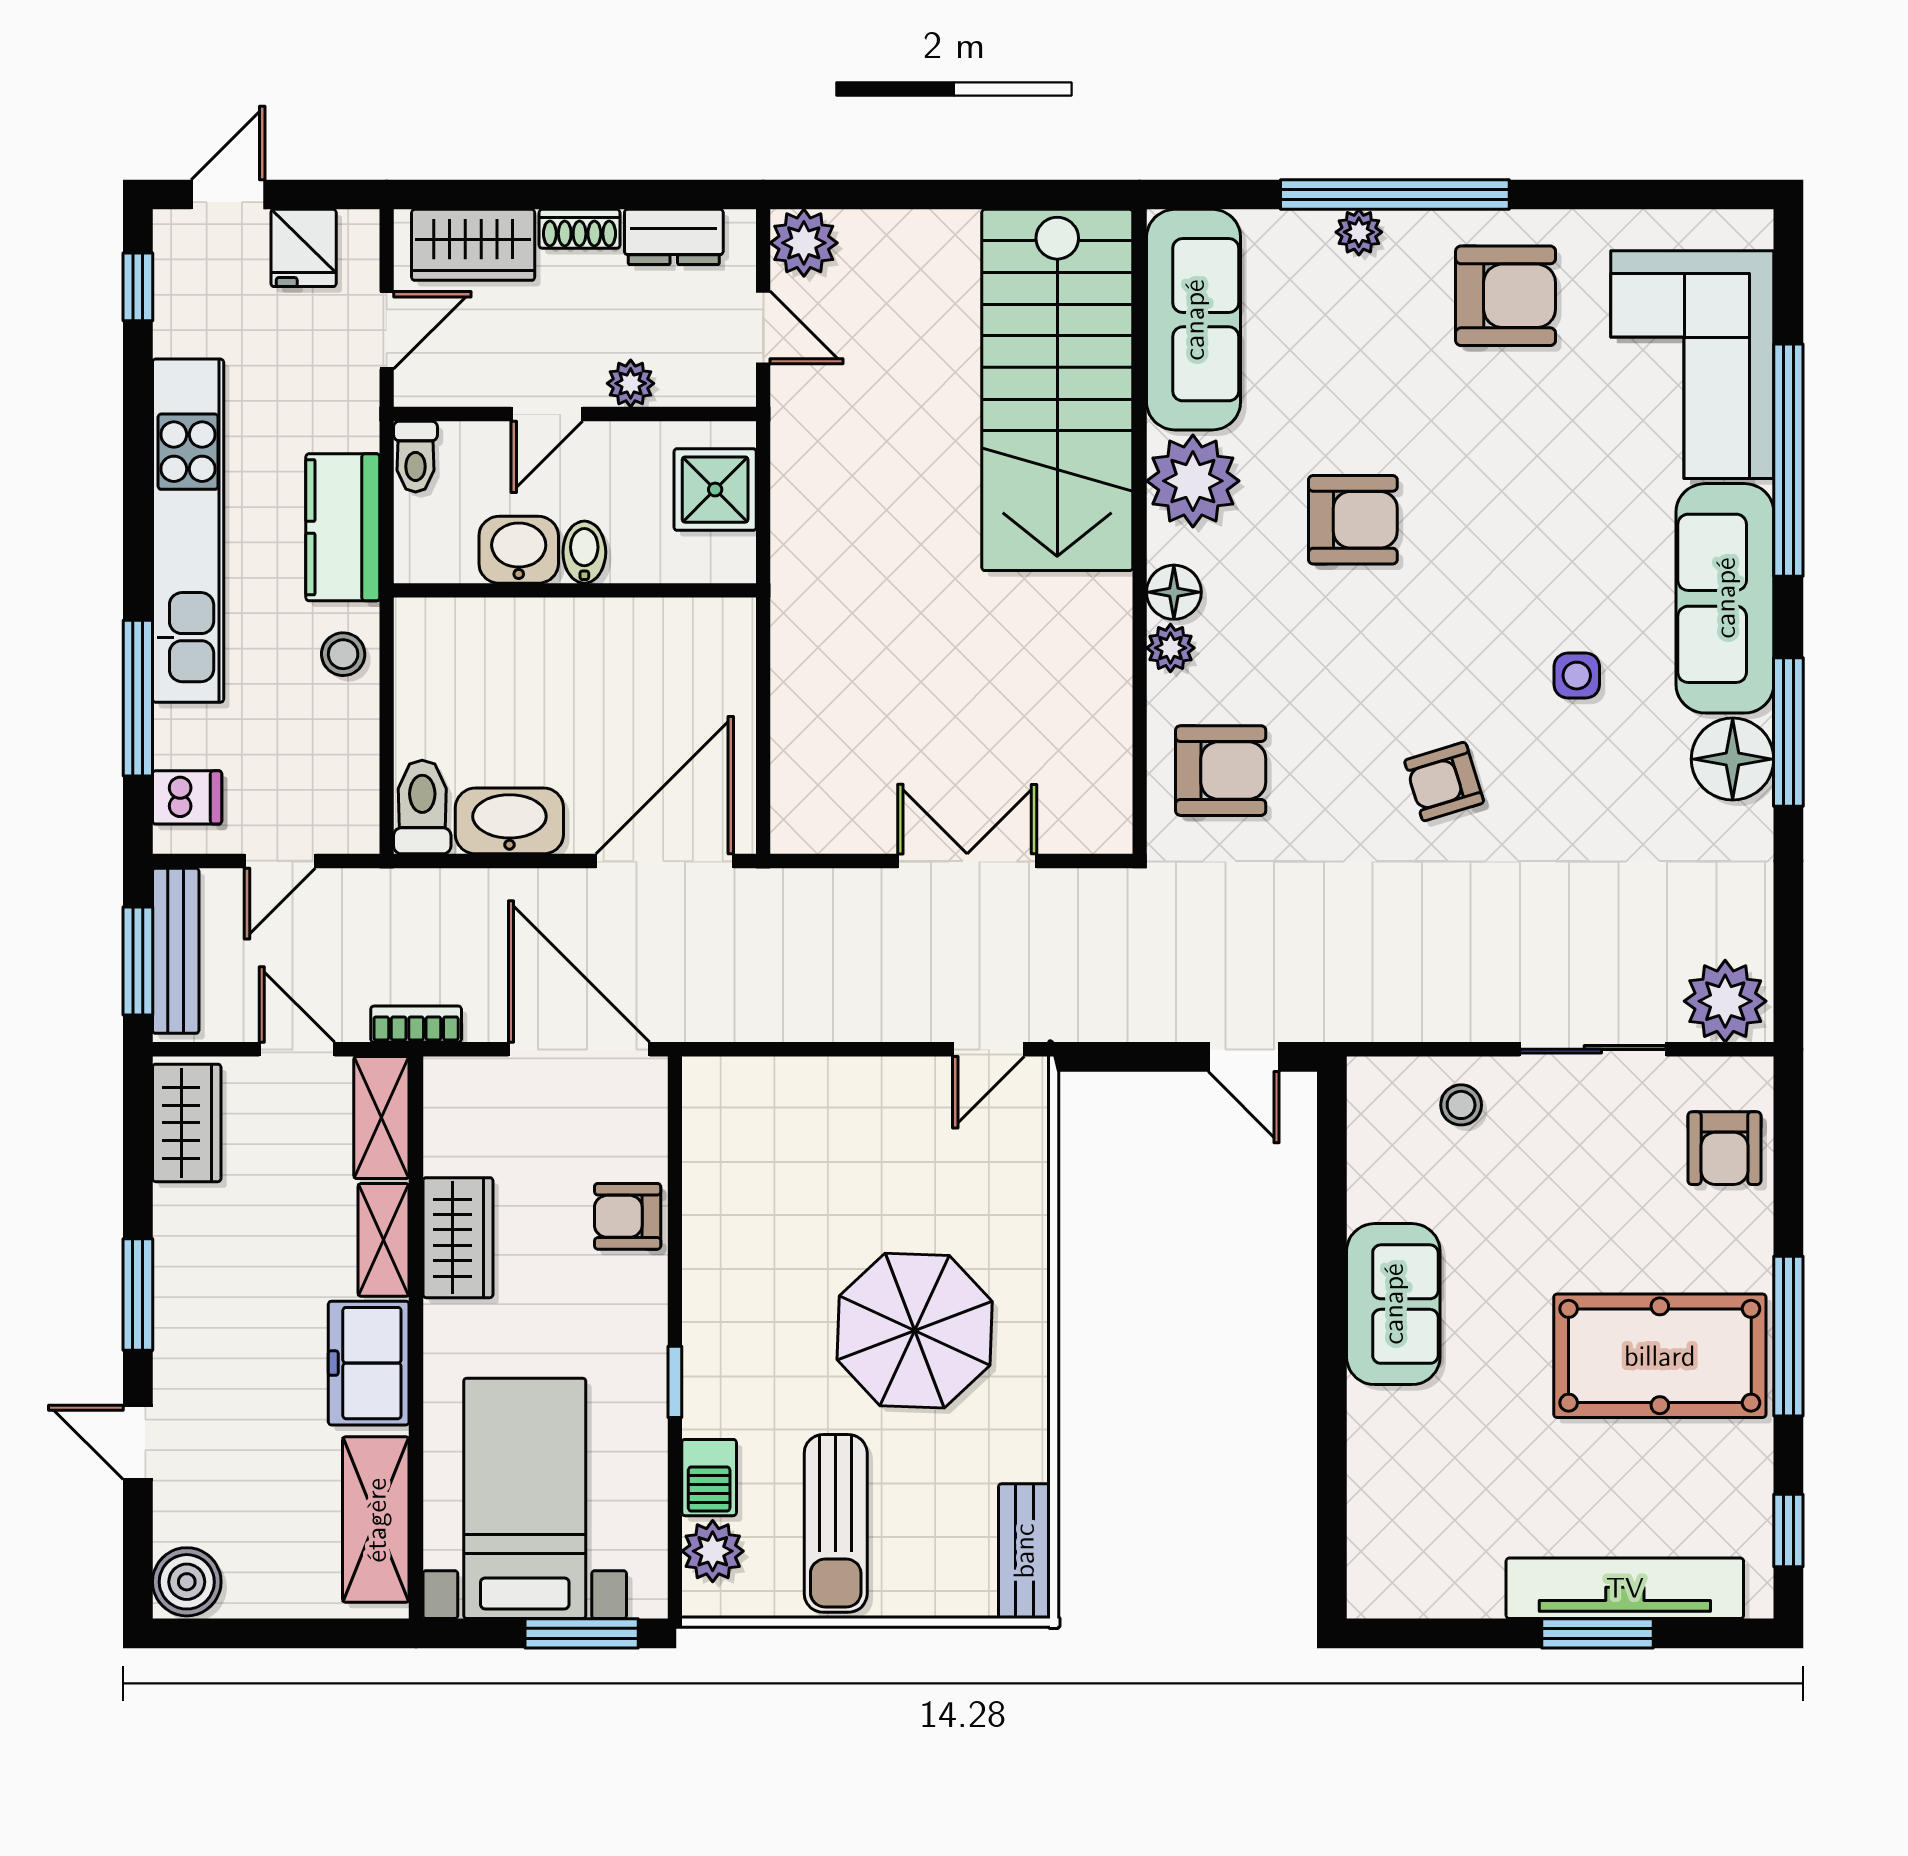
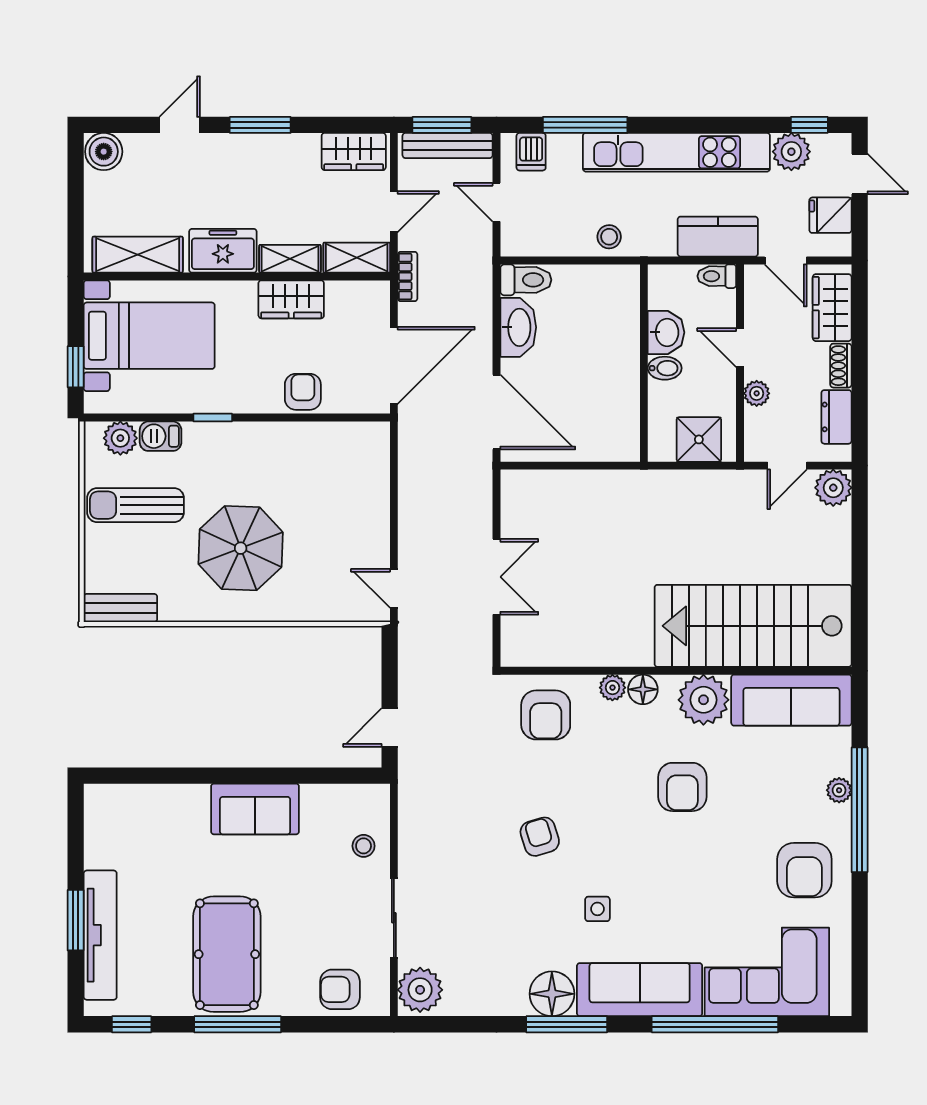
plant: (187, 320) -> (791, 152), added
kitchen counter: (343, 527) -> (718, 237), moved
window: (582, 1633) -> (76, 367), width x0.67

